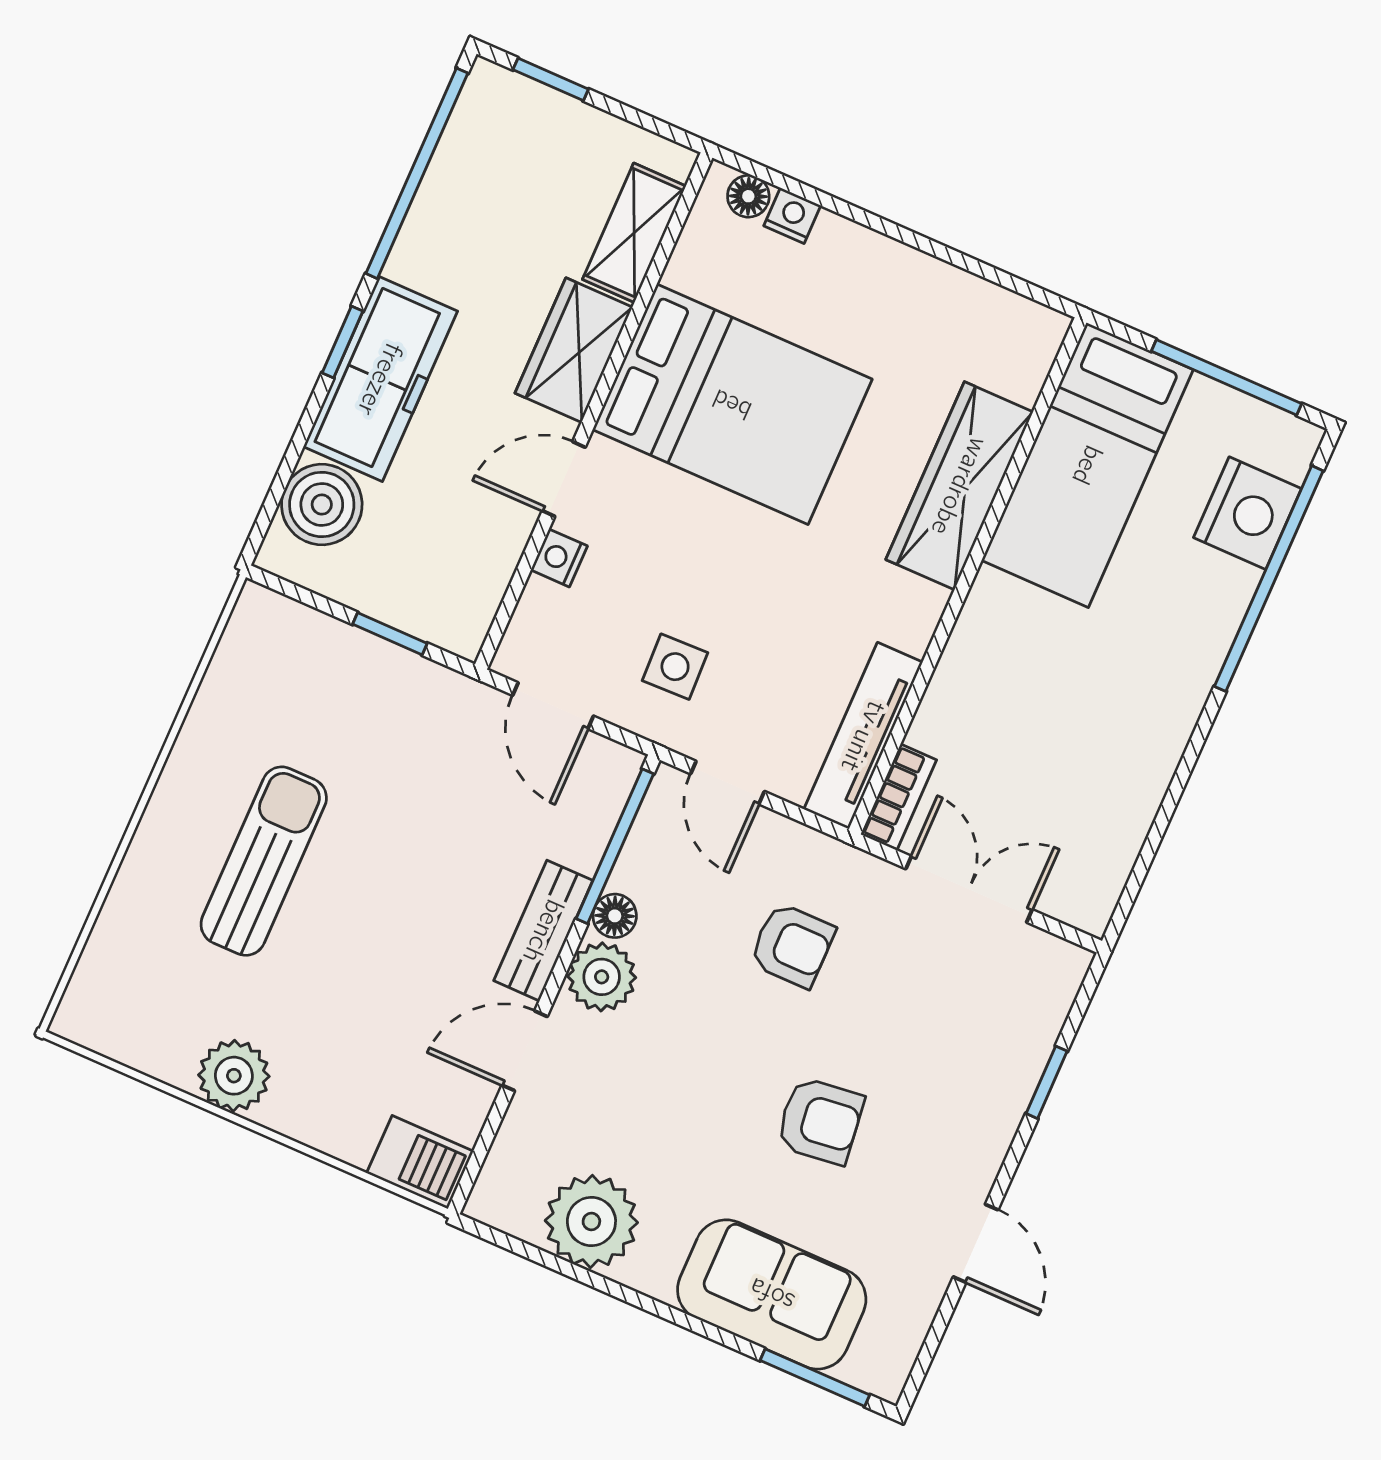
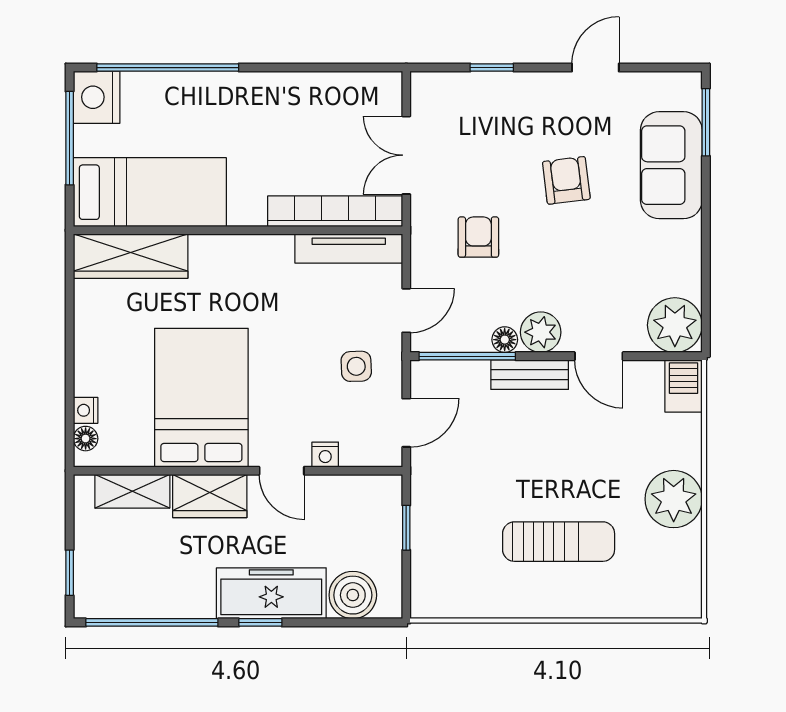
wardrobe: (959, 486) -> (131, 256), moved
nightstand: (1247, 513) -> (97, 97), moved, turned -90
bookcase: (899, 797) -> (335, 211), width x2.31, depth x1.31
sun lounger: (264, 861) -> (559, 542), turned 180
plant: (234, 1076) -> (674, 499), width x1.36, depth x1.36
plant: (591, 1222) -> (675, 325), moved

